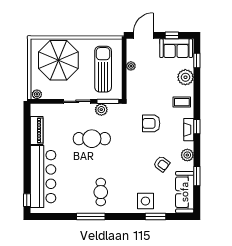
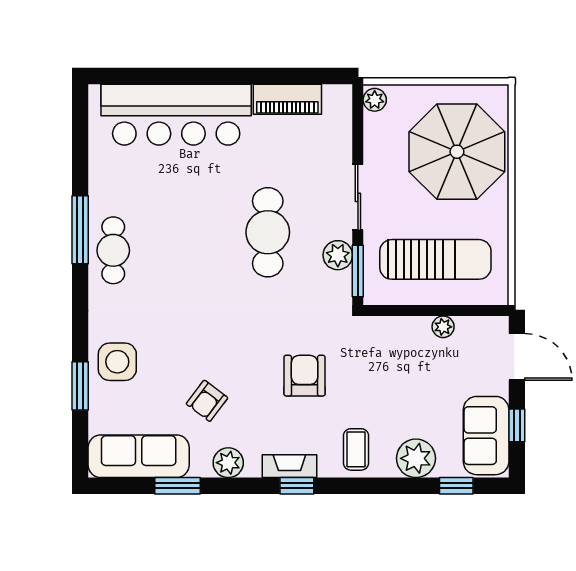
cafe table: (101, 192) -> (113, 250), moved, turned 90
window: (27, 200) -> (120, 76), removed

